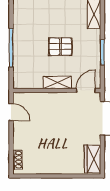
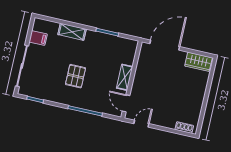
pallet: (60, 47) -> (76, 76), moved
door: (86, 90) -> (126, 103), moved

